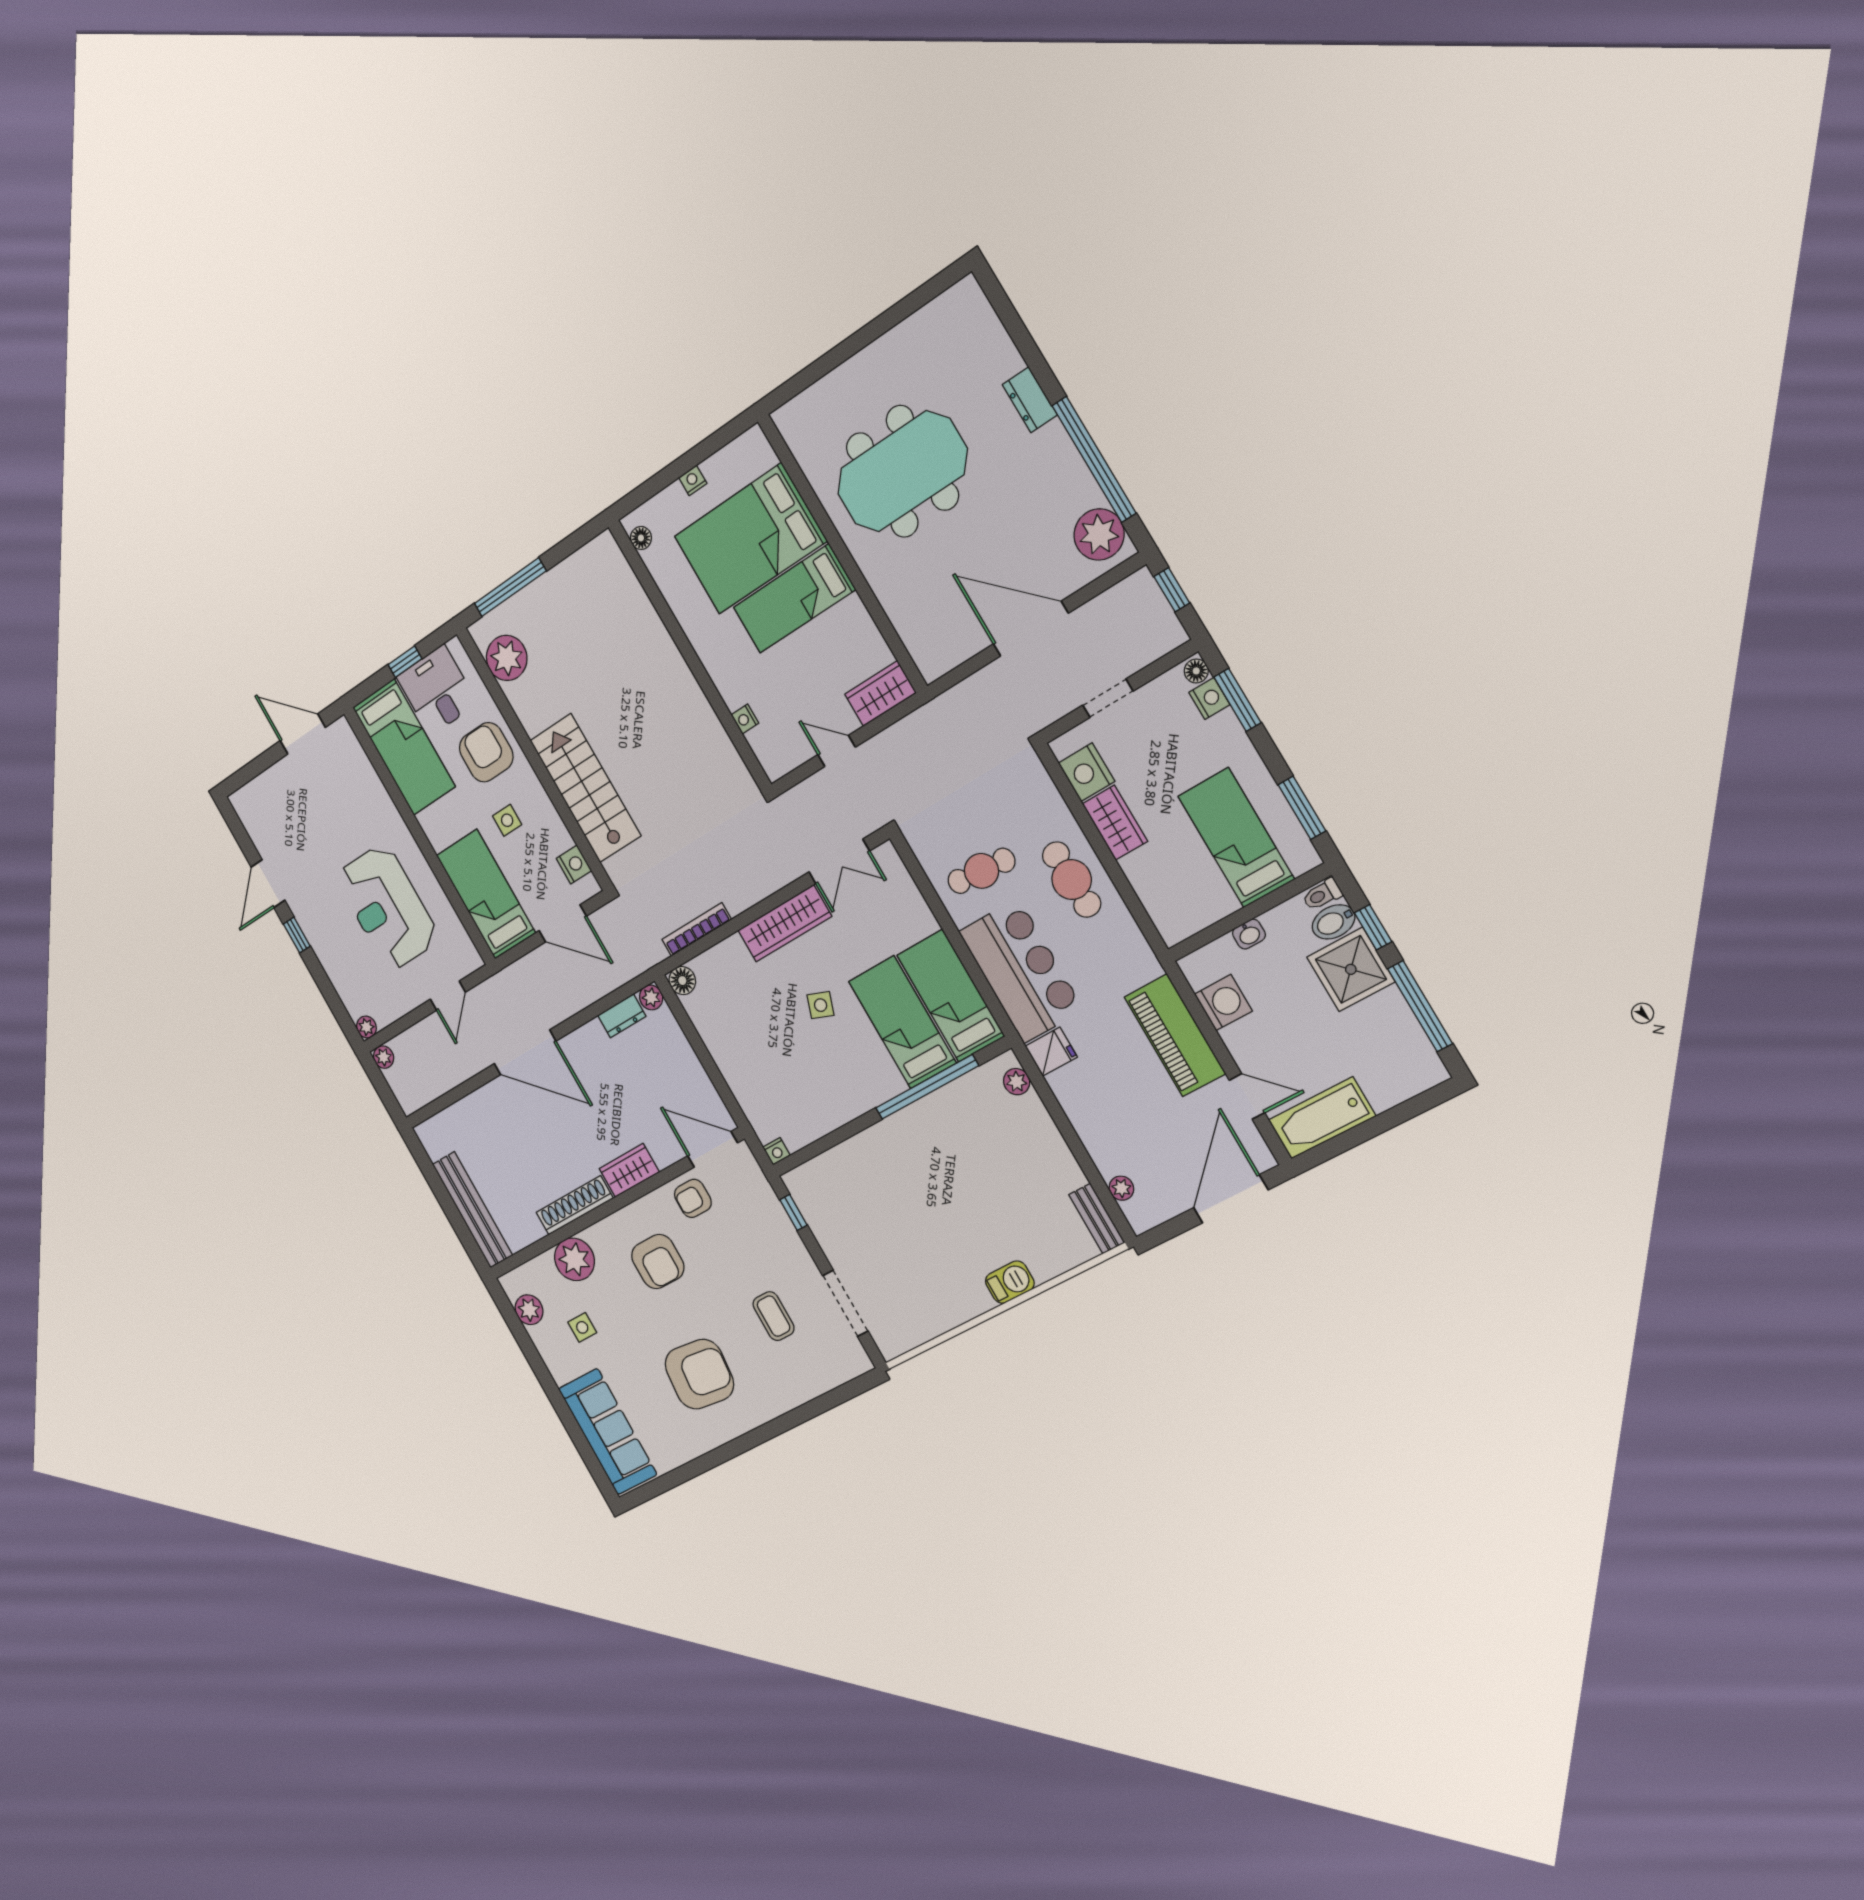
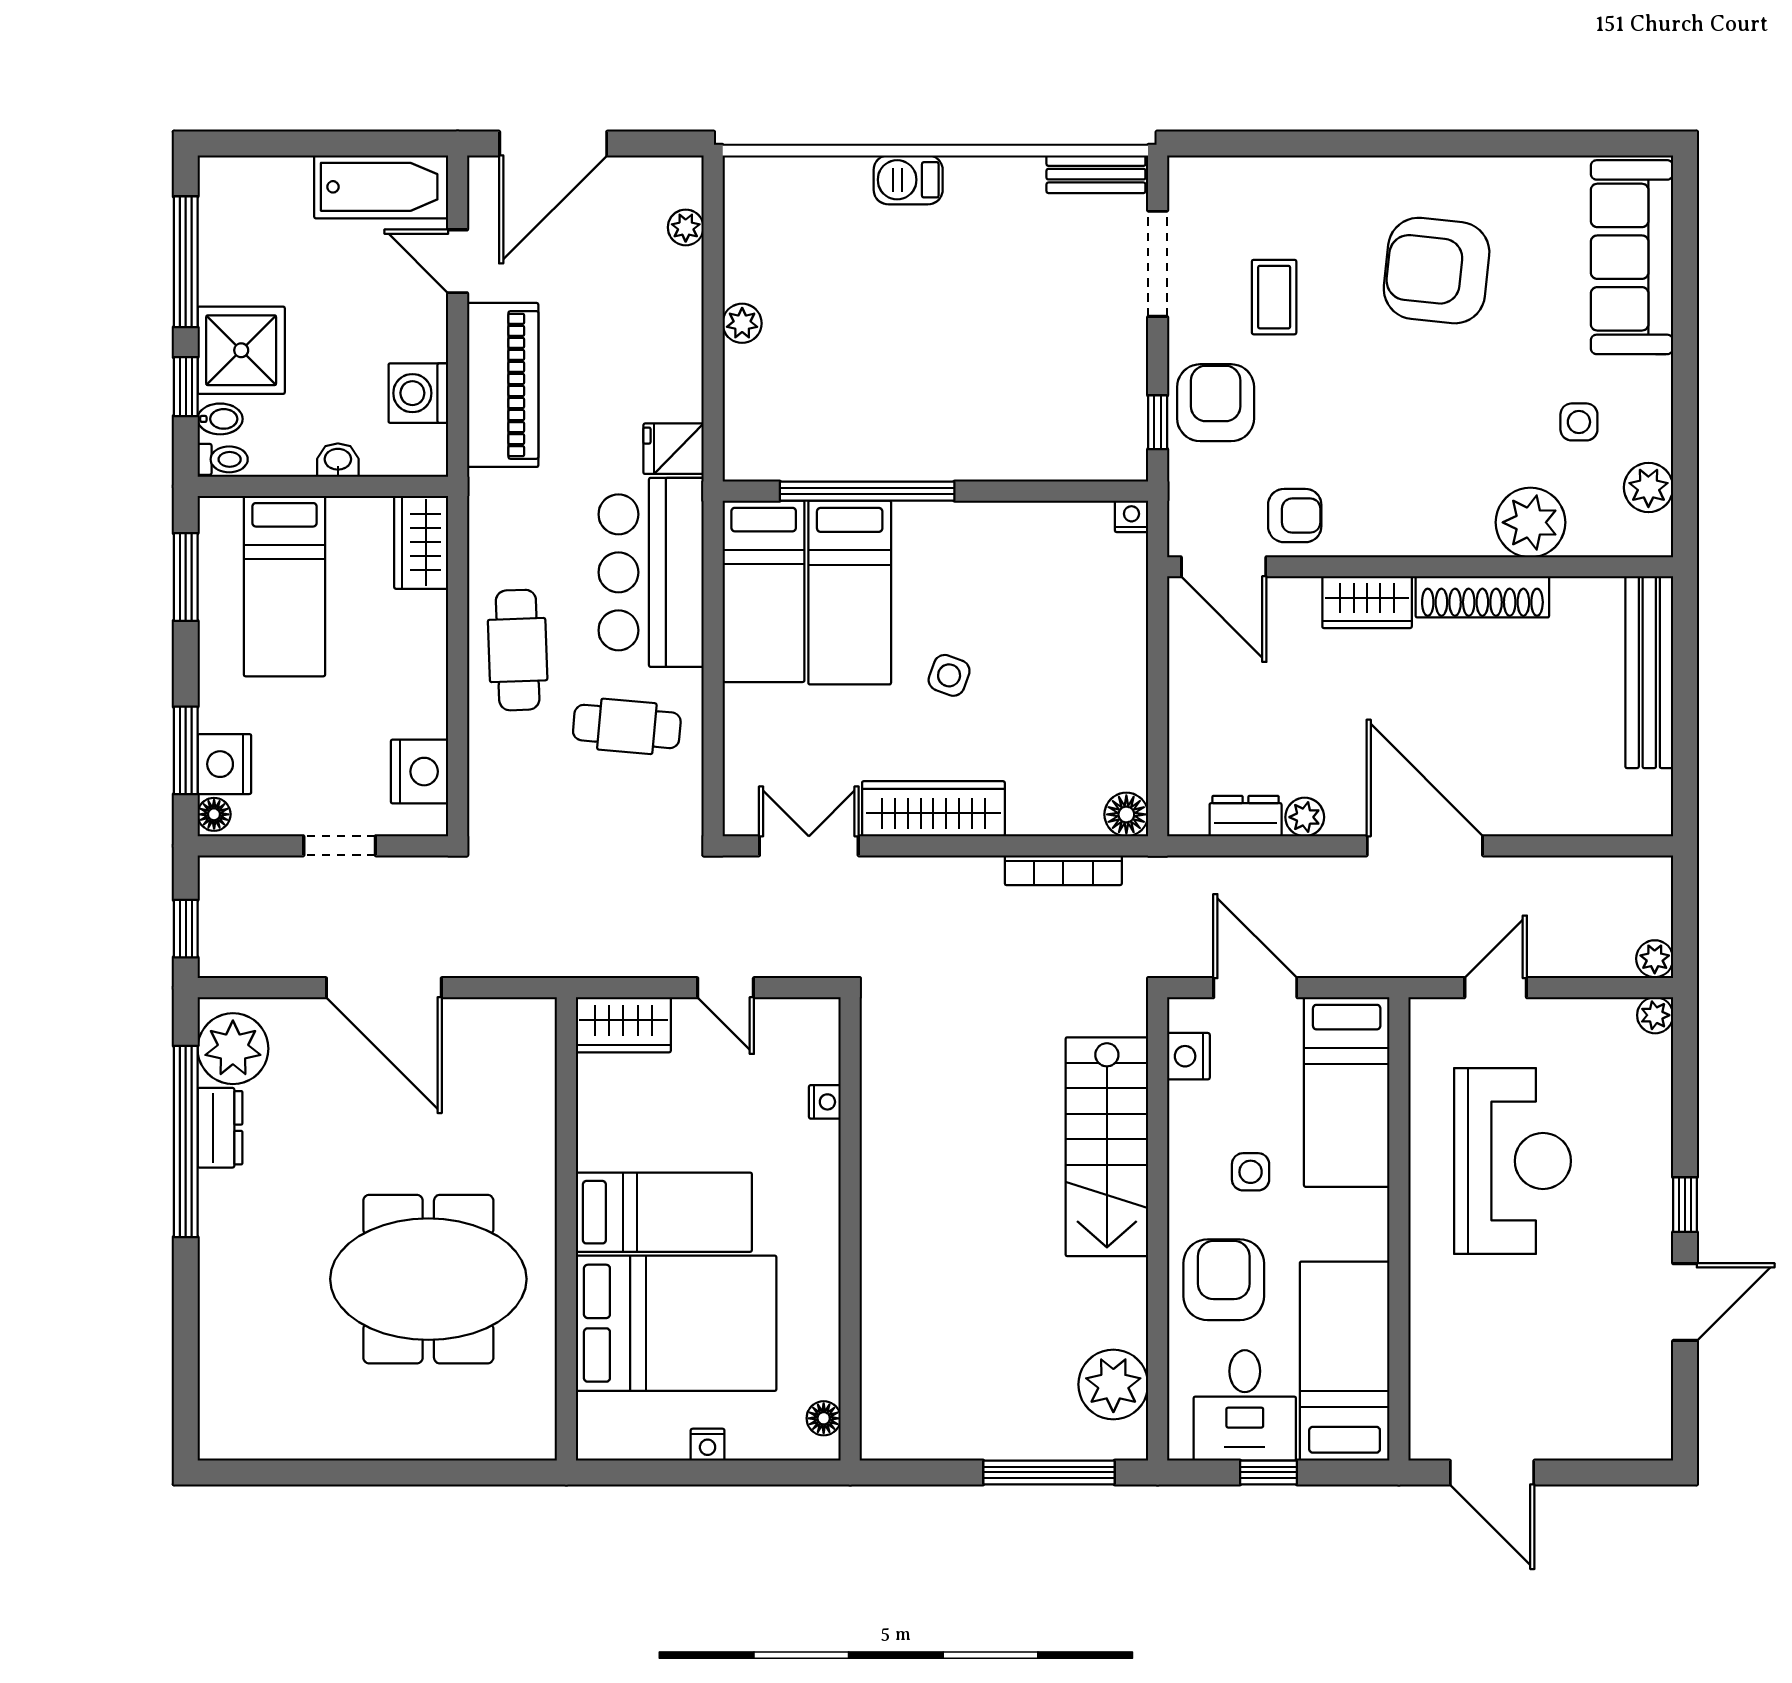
dresser: (1030, 400) -> (220, 1128), moved
nightstand: (1209, 698) -> (224, 764), width x1.36, depth x1.33
armchair: (486, 752) -> (1224, 1280), turned 180
wardrobe: (1115, 823) -> (421, 542), moved
bidet: (1334, 922) -> (220, 419), width x0.72, depth x0.74
plant: (651, 997) -> (1305, 817), moved
plant: (1017, 1082) -> (742, 323), moved
bench: (1097, 1219) -> (1096, 174), moved, turned 90
armchair: (658, 1262) -> (1216, 403), moved

